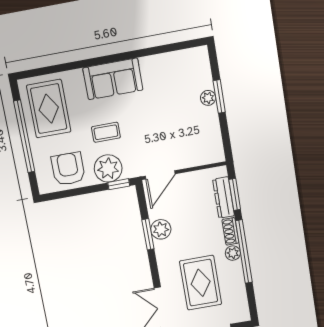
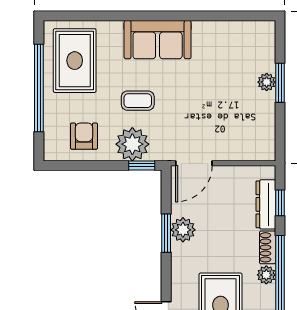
armchair: (68, 169) -> (84, 136), width x0.72, depth x0.72
window: (235, 194) -> (280, 203), width x0.67

